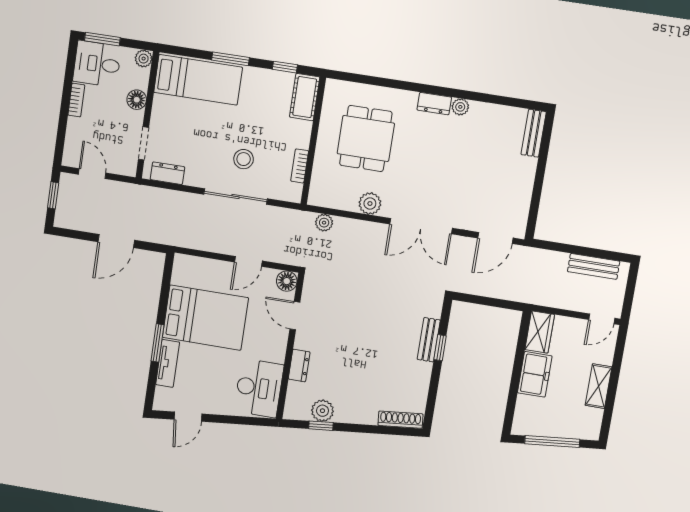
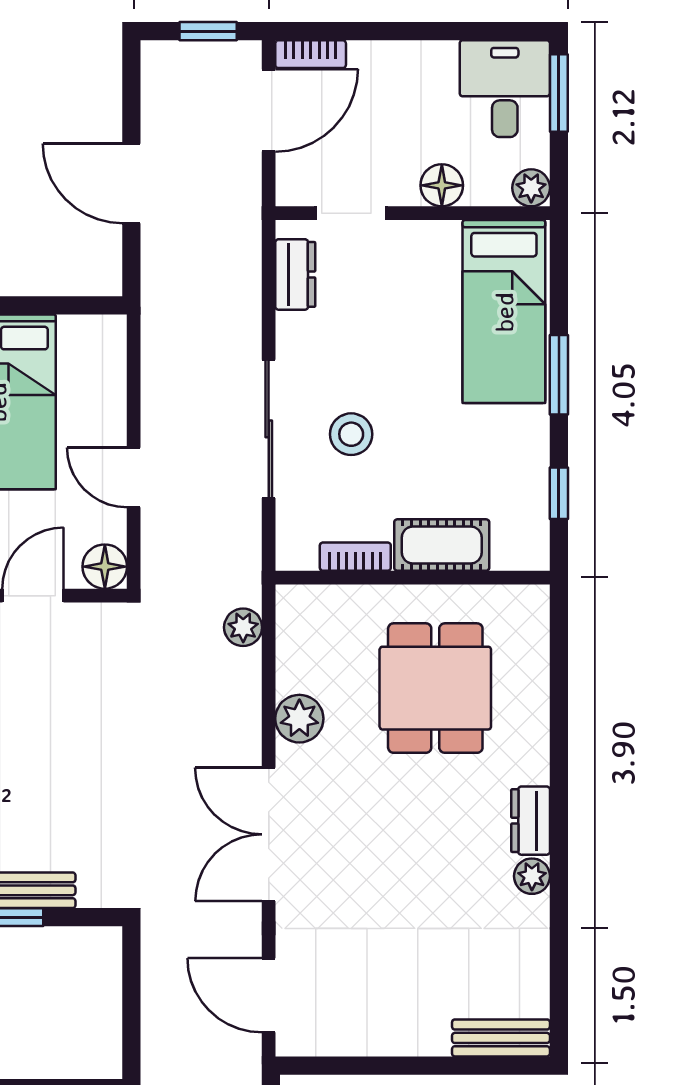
cot: (305, 97) -> (442, 545), moved
bookcase: (76, 100) -> (311, 54), moved
dining table: (366, 138) -> (435, 688), turned 90
door: (92, 174) -> (269, 110), width x1.38

